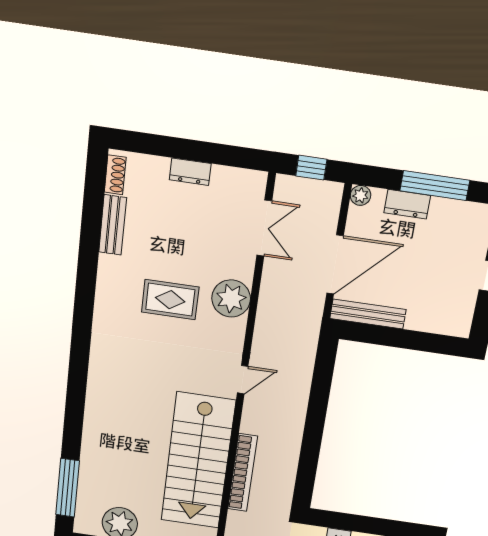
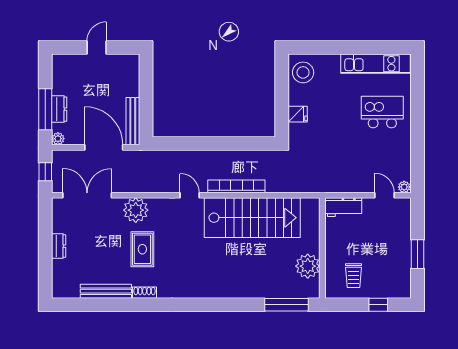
shoe rack: (115, 175) -> (145, 293), moved
window: (435, 186) -> (45, 109), moved
bench: (113, 225) -> (106, 291), width x1.36
double door: (264, 228) -> (87, 195), width x1.37
bookcase: (243, 473) -> (236, 186), moved

